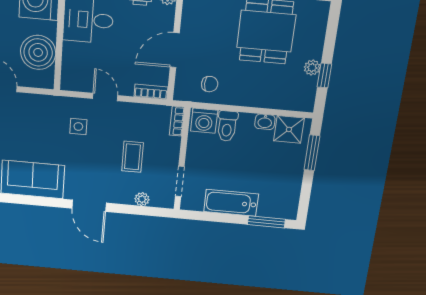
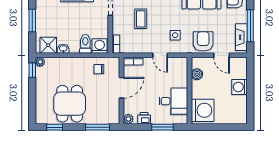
boiler: (38, 52) -> (197, 74), width x0.54, depth x0.54
plant: (312, 68) -> (40, 62), moved
window: (324, 76) -> (32, 70), moved
armchair: (33, 113) -> (203, 41), added
window: (312, 153) -> (32, 20), moved

